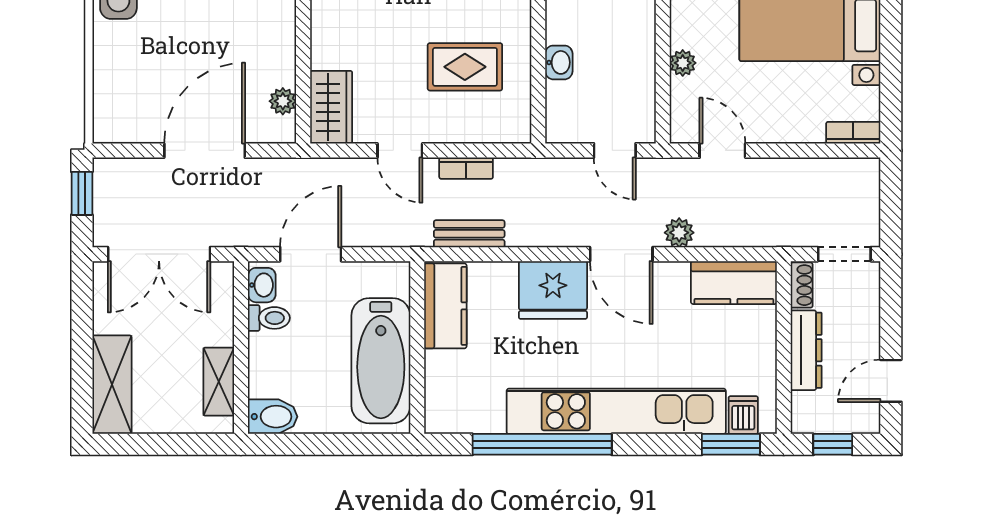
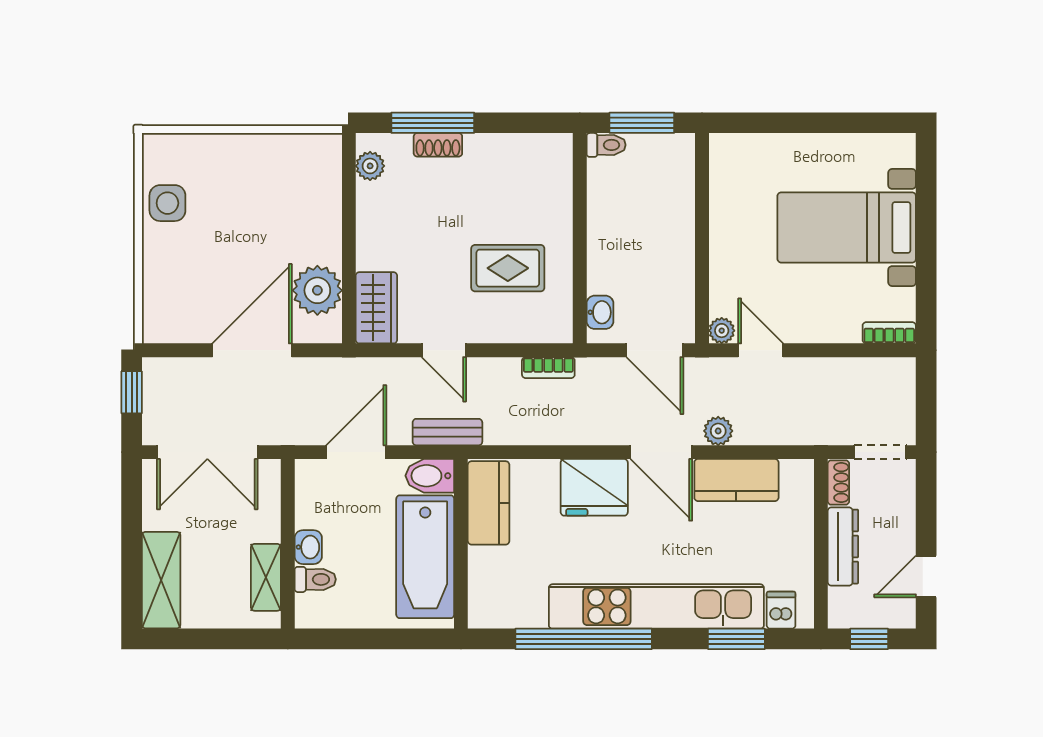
washbasin: (559, 62) -> (600, 312), moved
plant: (683, 63) -> (722, 331), moved
plant: (283, 101) -> (317, 290), width x1.88, depth x1.88
door: (615, 150) -> (655, 350), width x1.38
bookcase: (466, 168) -> (548, 368), moved
bench: (469, 234) -> (447, 432), moved
kitchen counter: (734, 283) -> (736, 480), moved
washbasin: (262, 285) -> (308, 547), moved
toilet: (269, 318) -> (315, 579), moved
bidet: (273, 417) -> (430, 476), moved, turned 180
window: (731, 444) -> (736, 639), moved

